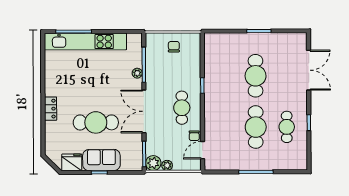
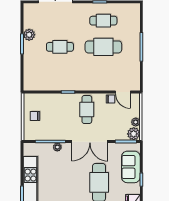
plant: (270, 39) -> (29, 35), added
cafe table: (256, 76) -> (60, 47), width x0.73, depth x0.74
cafe table: (182, 108) -> (87, 109), turned 90
sofa: (101, 160) -> (131, 167), moved

